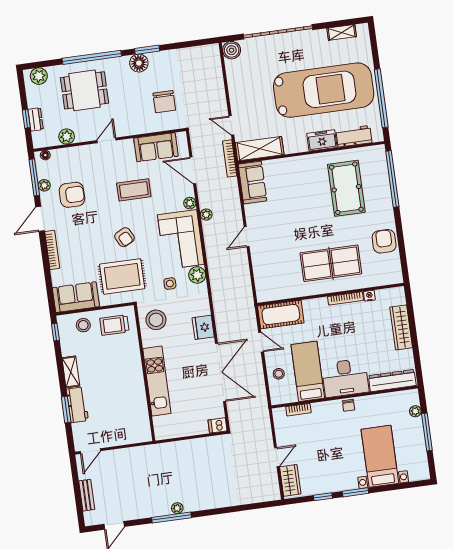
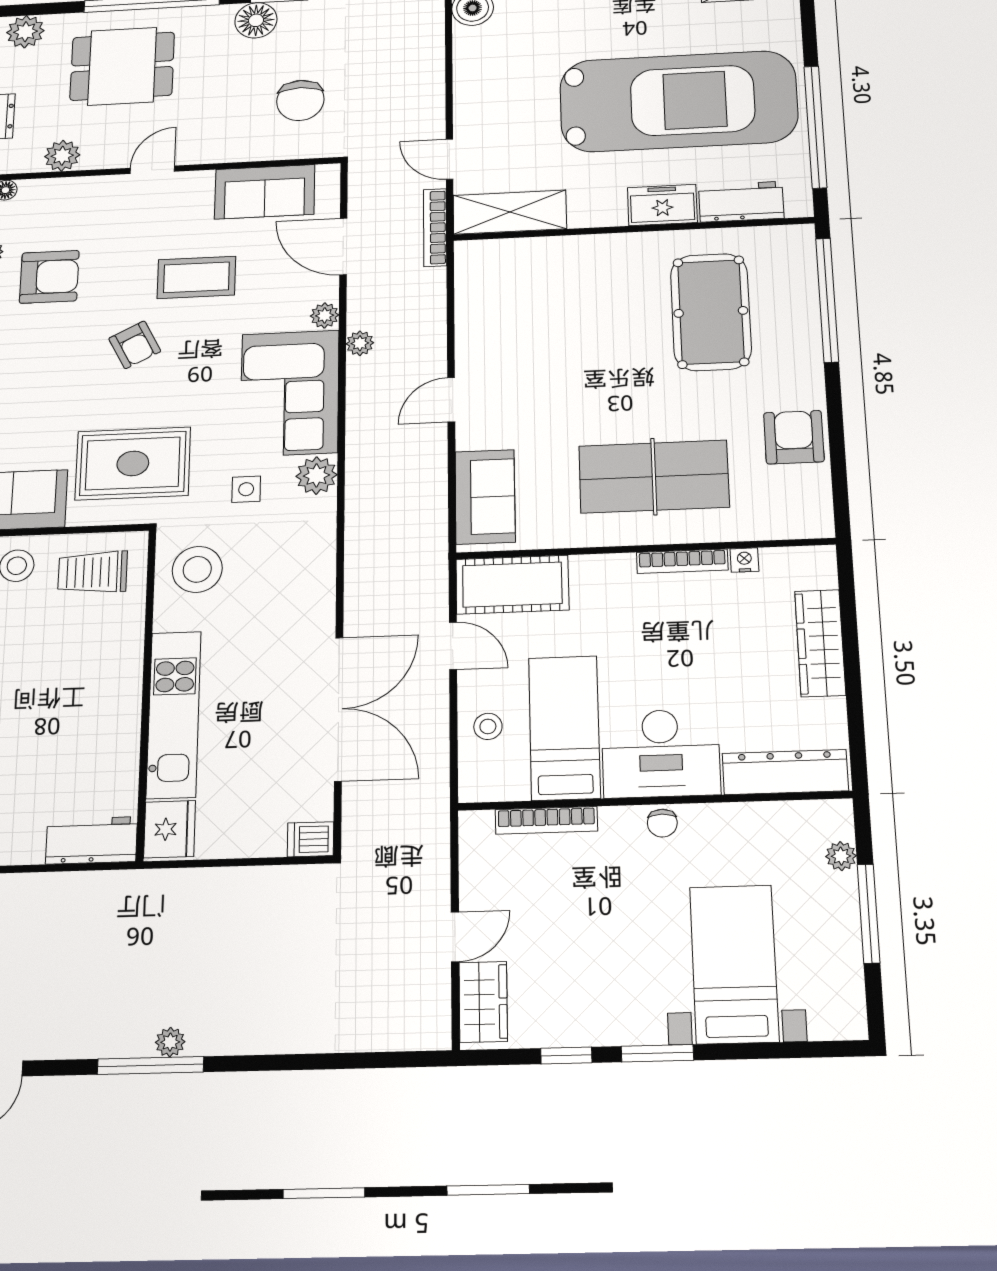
sofa: (252, 182) -> (485, 497), moved
armchair: (124, 237) -> (135, 345), moved
fridge: (203, 327) -> (170, 829), moved, turned 180
bookcase: (298, 410) -> (546, 820), width x1.56
workbench: (134, 435) -> (92, 840), added

